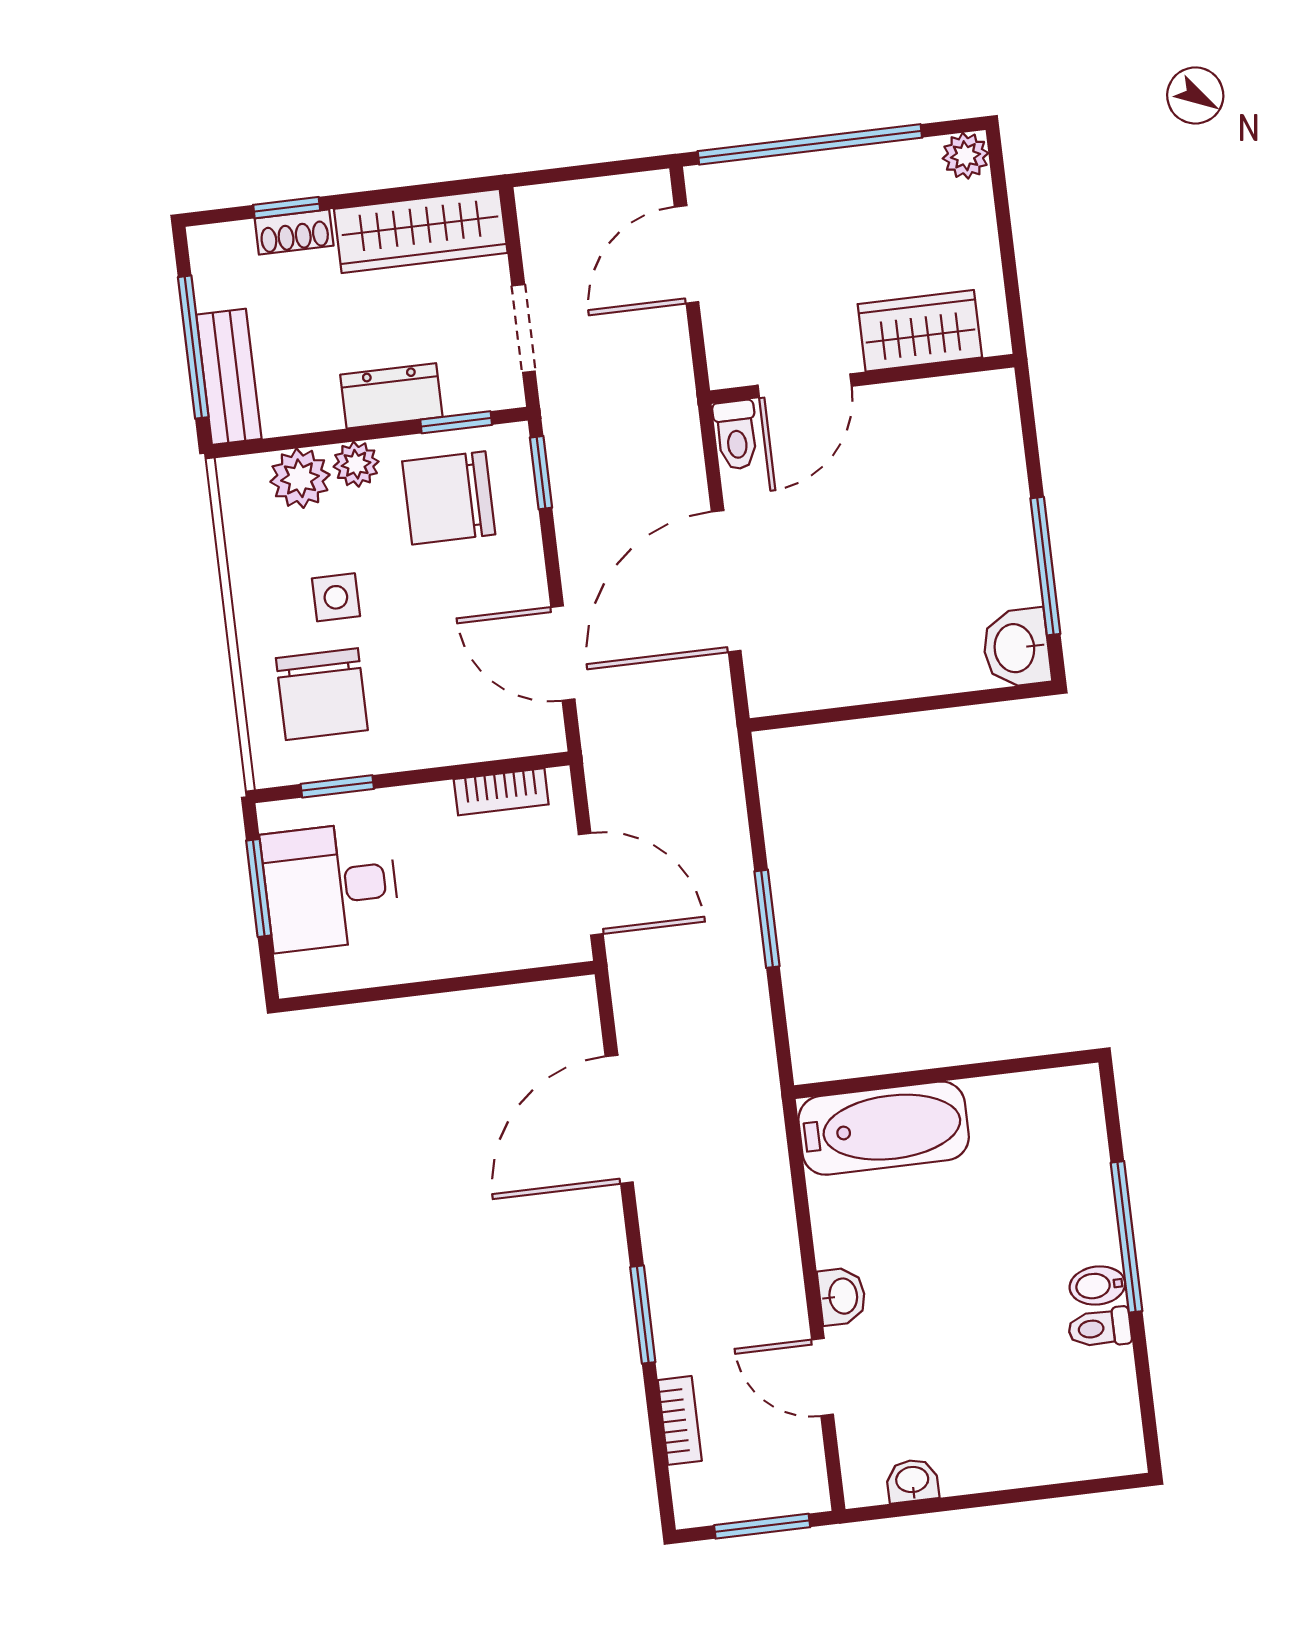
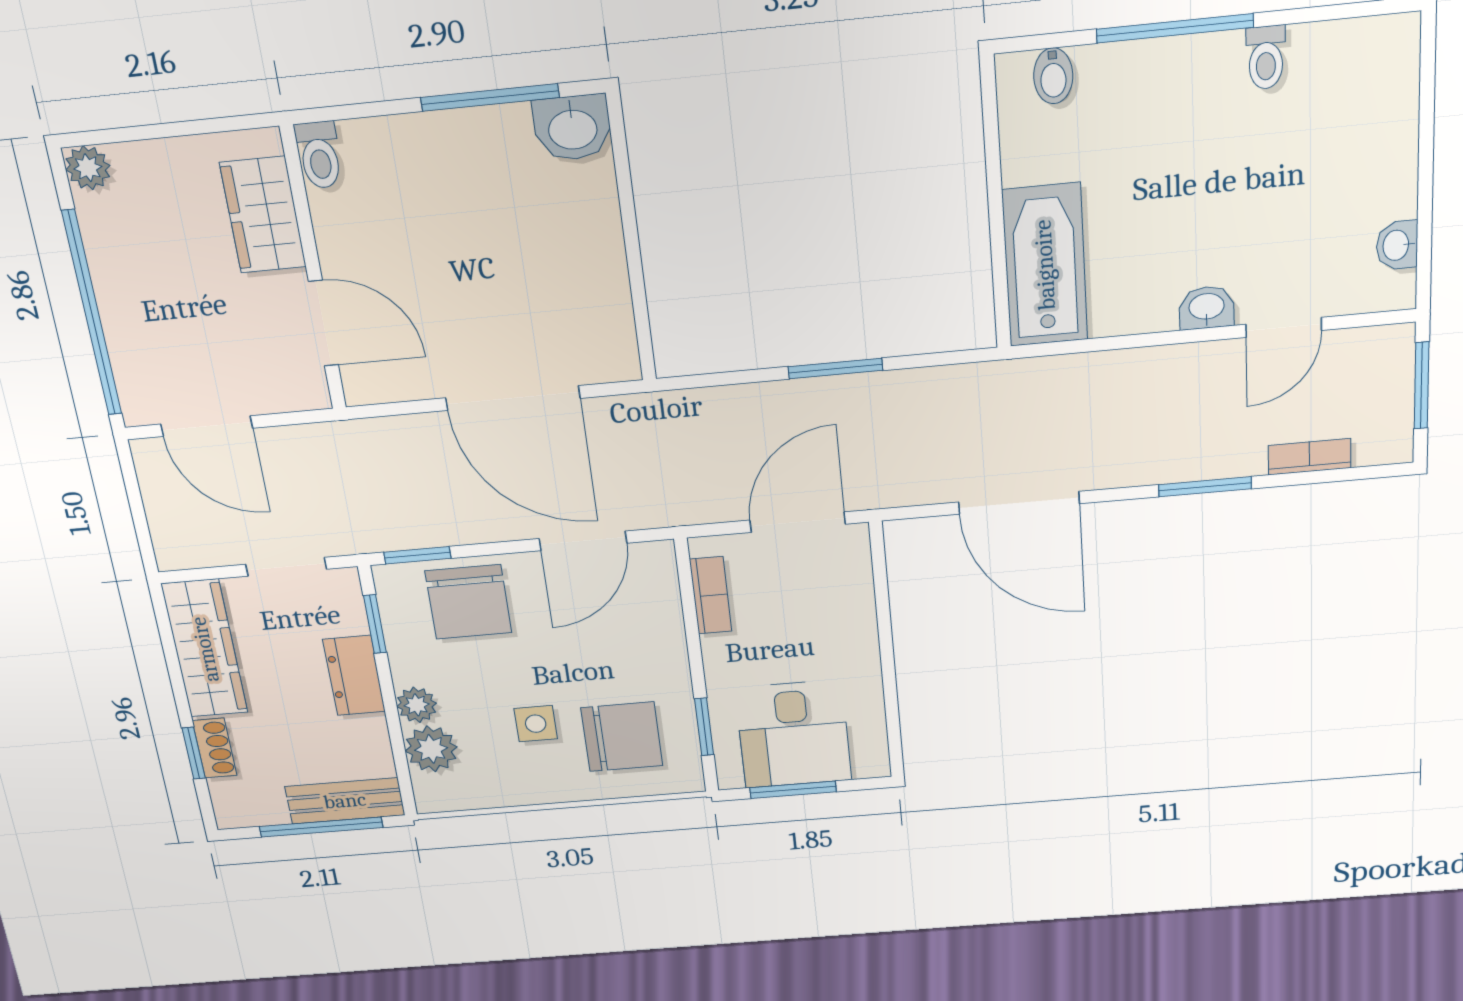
toilet: (736, 435) -> (319, 155), moved, turned 90
chair: (449, 498) -> (468, 602), moved
bidet: (1097, 1286) -> (1053, 76), moved

